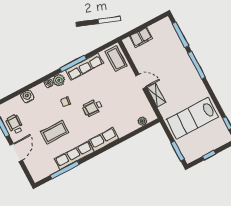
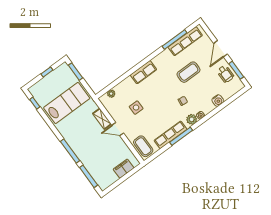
side table: (118, 102) -> (136, 108), added
wheelchair: (92, 108) -> (158, 99), removed
row of seats: (74, 155) -> (185, 41), moved

